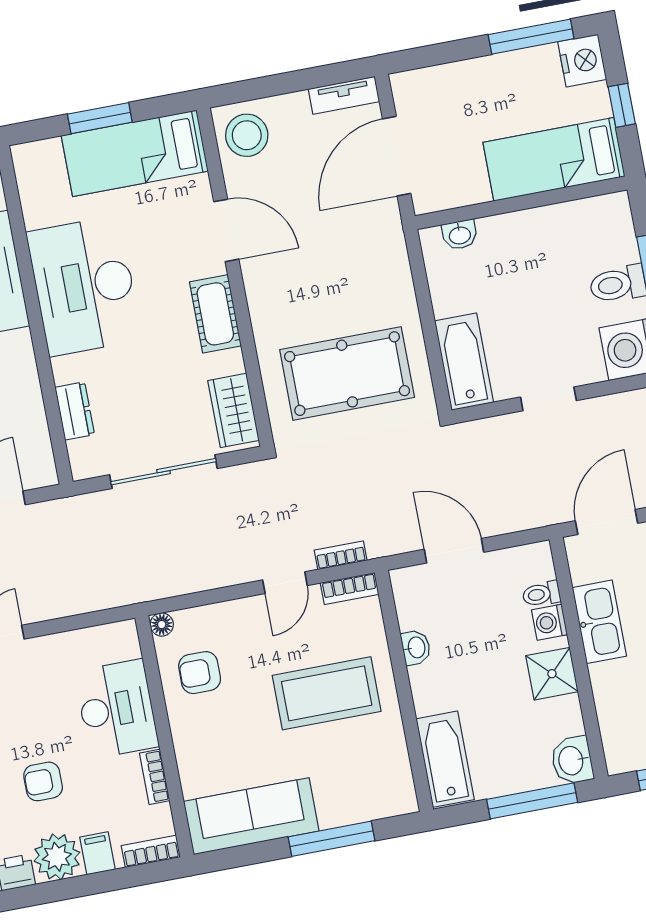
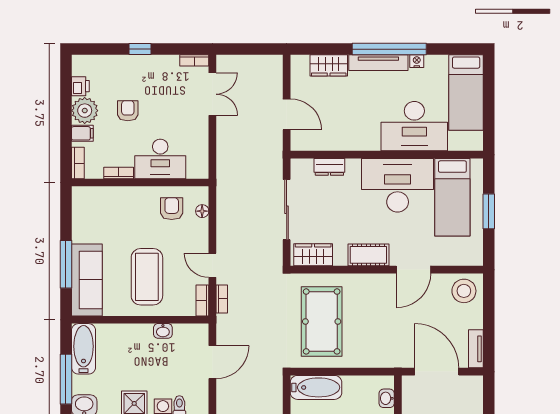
bed: (135, 153) -> (452, 197), moved, turned 180
floor lamp: (162, 625) -> (202, 211), moved
bathtub: (445, 759) -> (84, 349), moved, turned -90
sofa: (251, 816) -> (87, 280), moved

